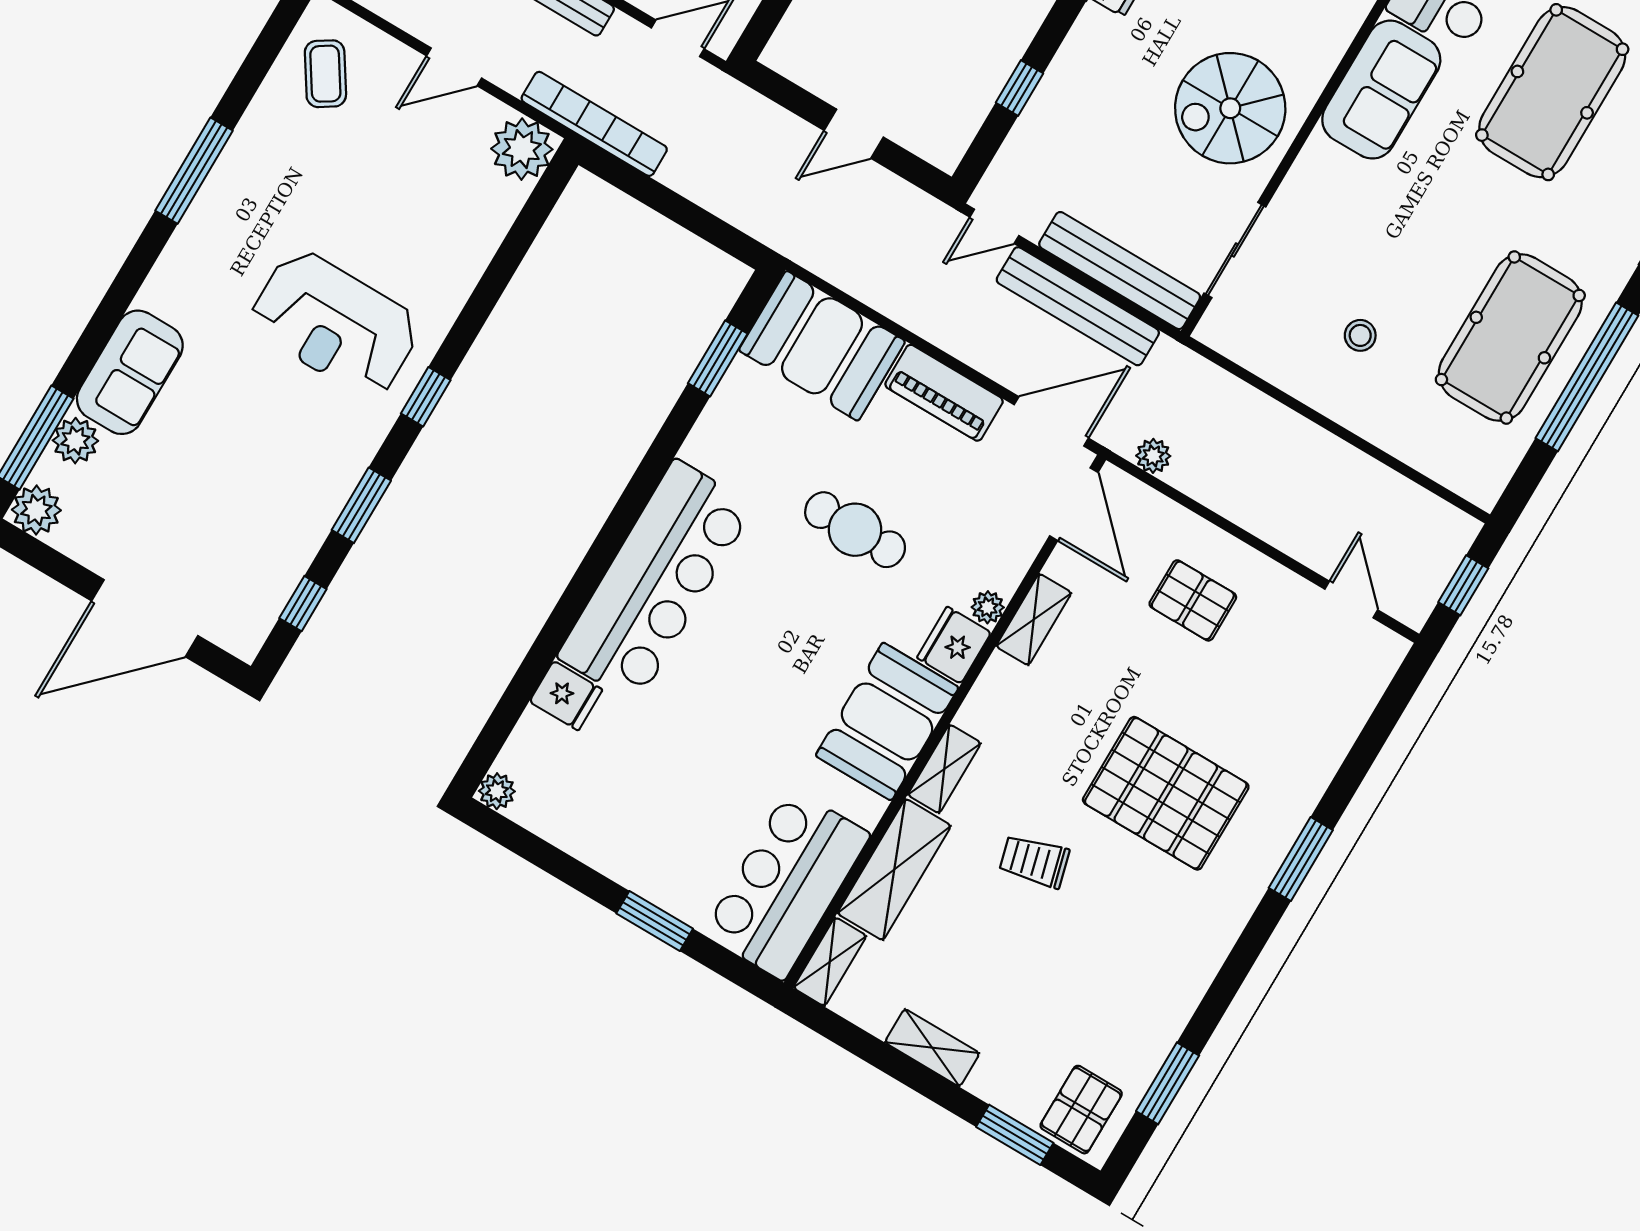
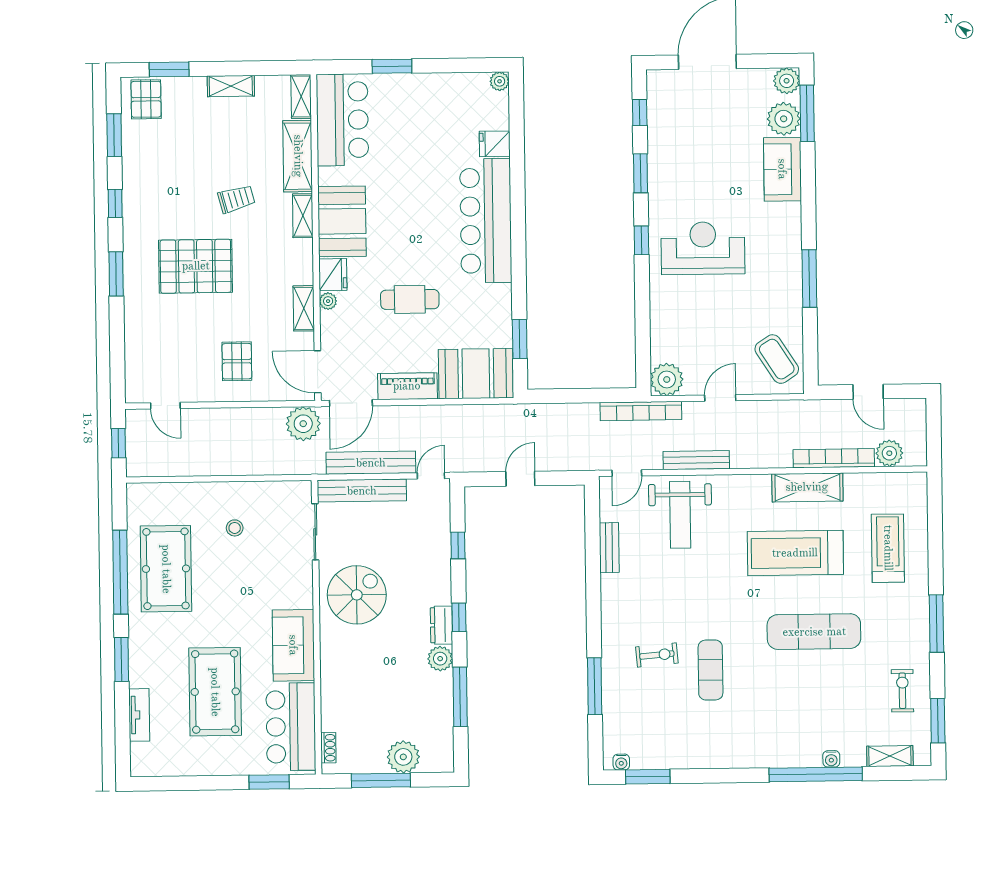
coffee table: (325, 74) -> (777, 359), width x1.36, depth x1.30
plant: (75, 441) -> (784, 119), width x1.36, depth x1.36
plant: (1153, 456) -> (303, 424), width x1.88, depth x1.88
pallet: (1193, 600) -> (237, 361), turned 90
window: (1233, 973) -> (115, 203), added

